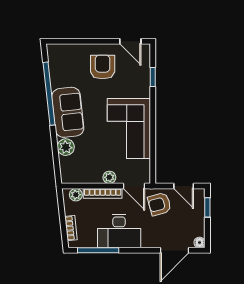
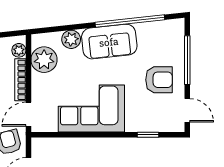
window: (85, 41) -> (187, 60), added
door: (130, 41) -> (187, 110), swing flipped
plant: (109, 177) -> (44, 60), moved, width x1.88, depth x1.88

